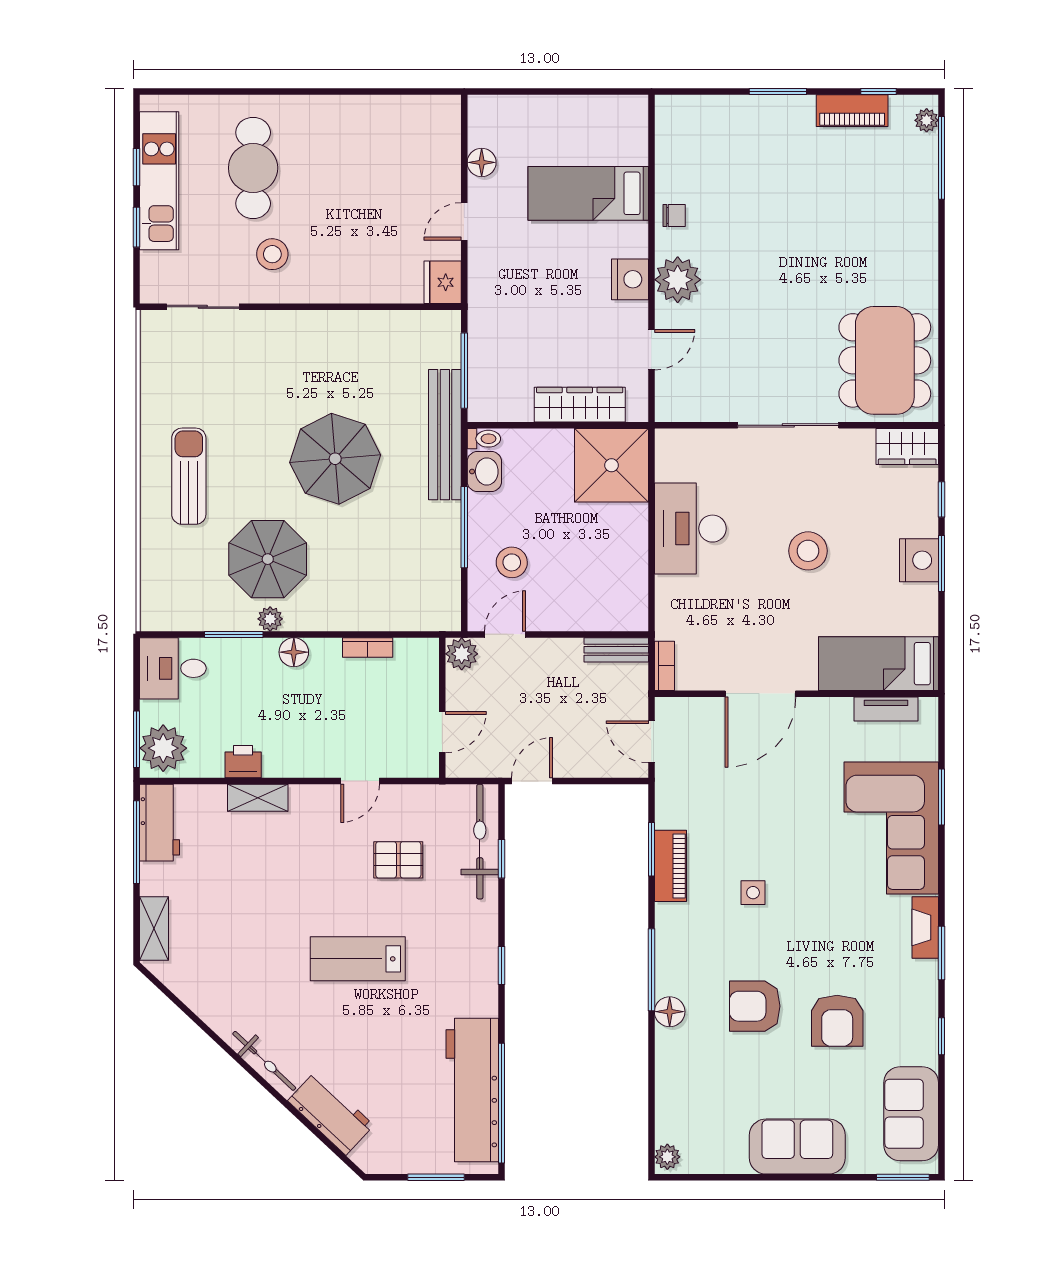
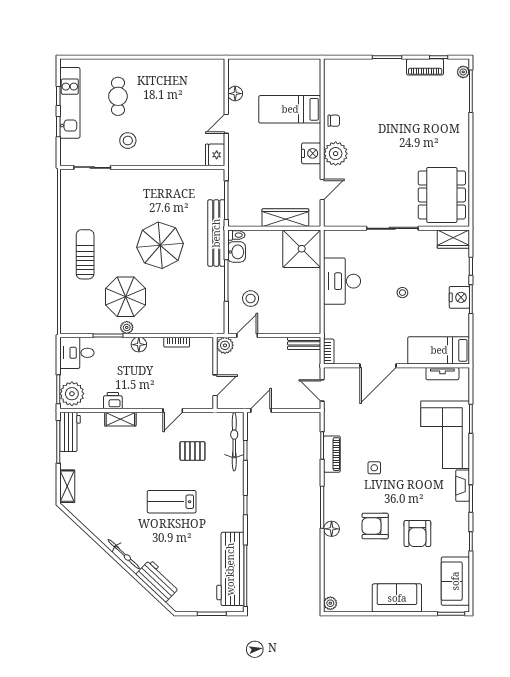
cafe table: (253, 168) -> (118, 96), width x0.73, depth x0.74
stool: (808, 551) -> (402, 293), width x0.53, depth x0.53

